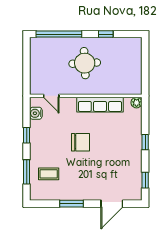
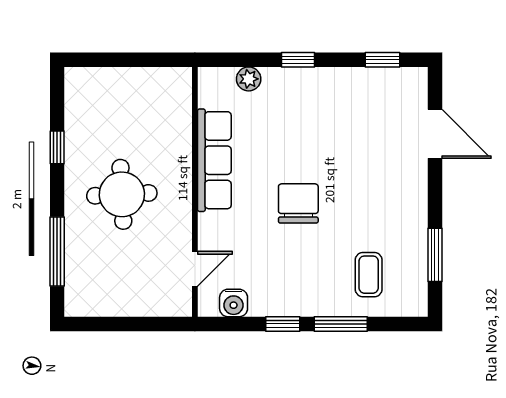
window: (59, 34) -> (57, 252), width x0.68
plant: (137, 103) -> (249, 79), moved
window: (27, 172) -> (341, 324), moved
window: (72, 204) -> (435, 255), moved

